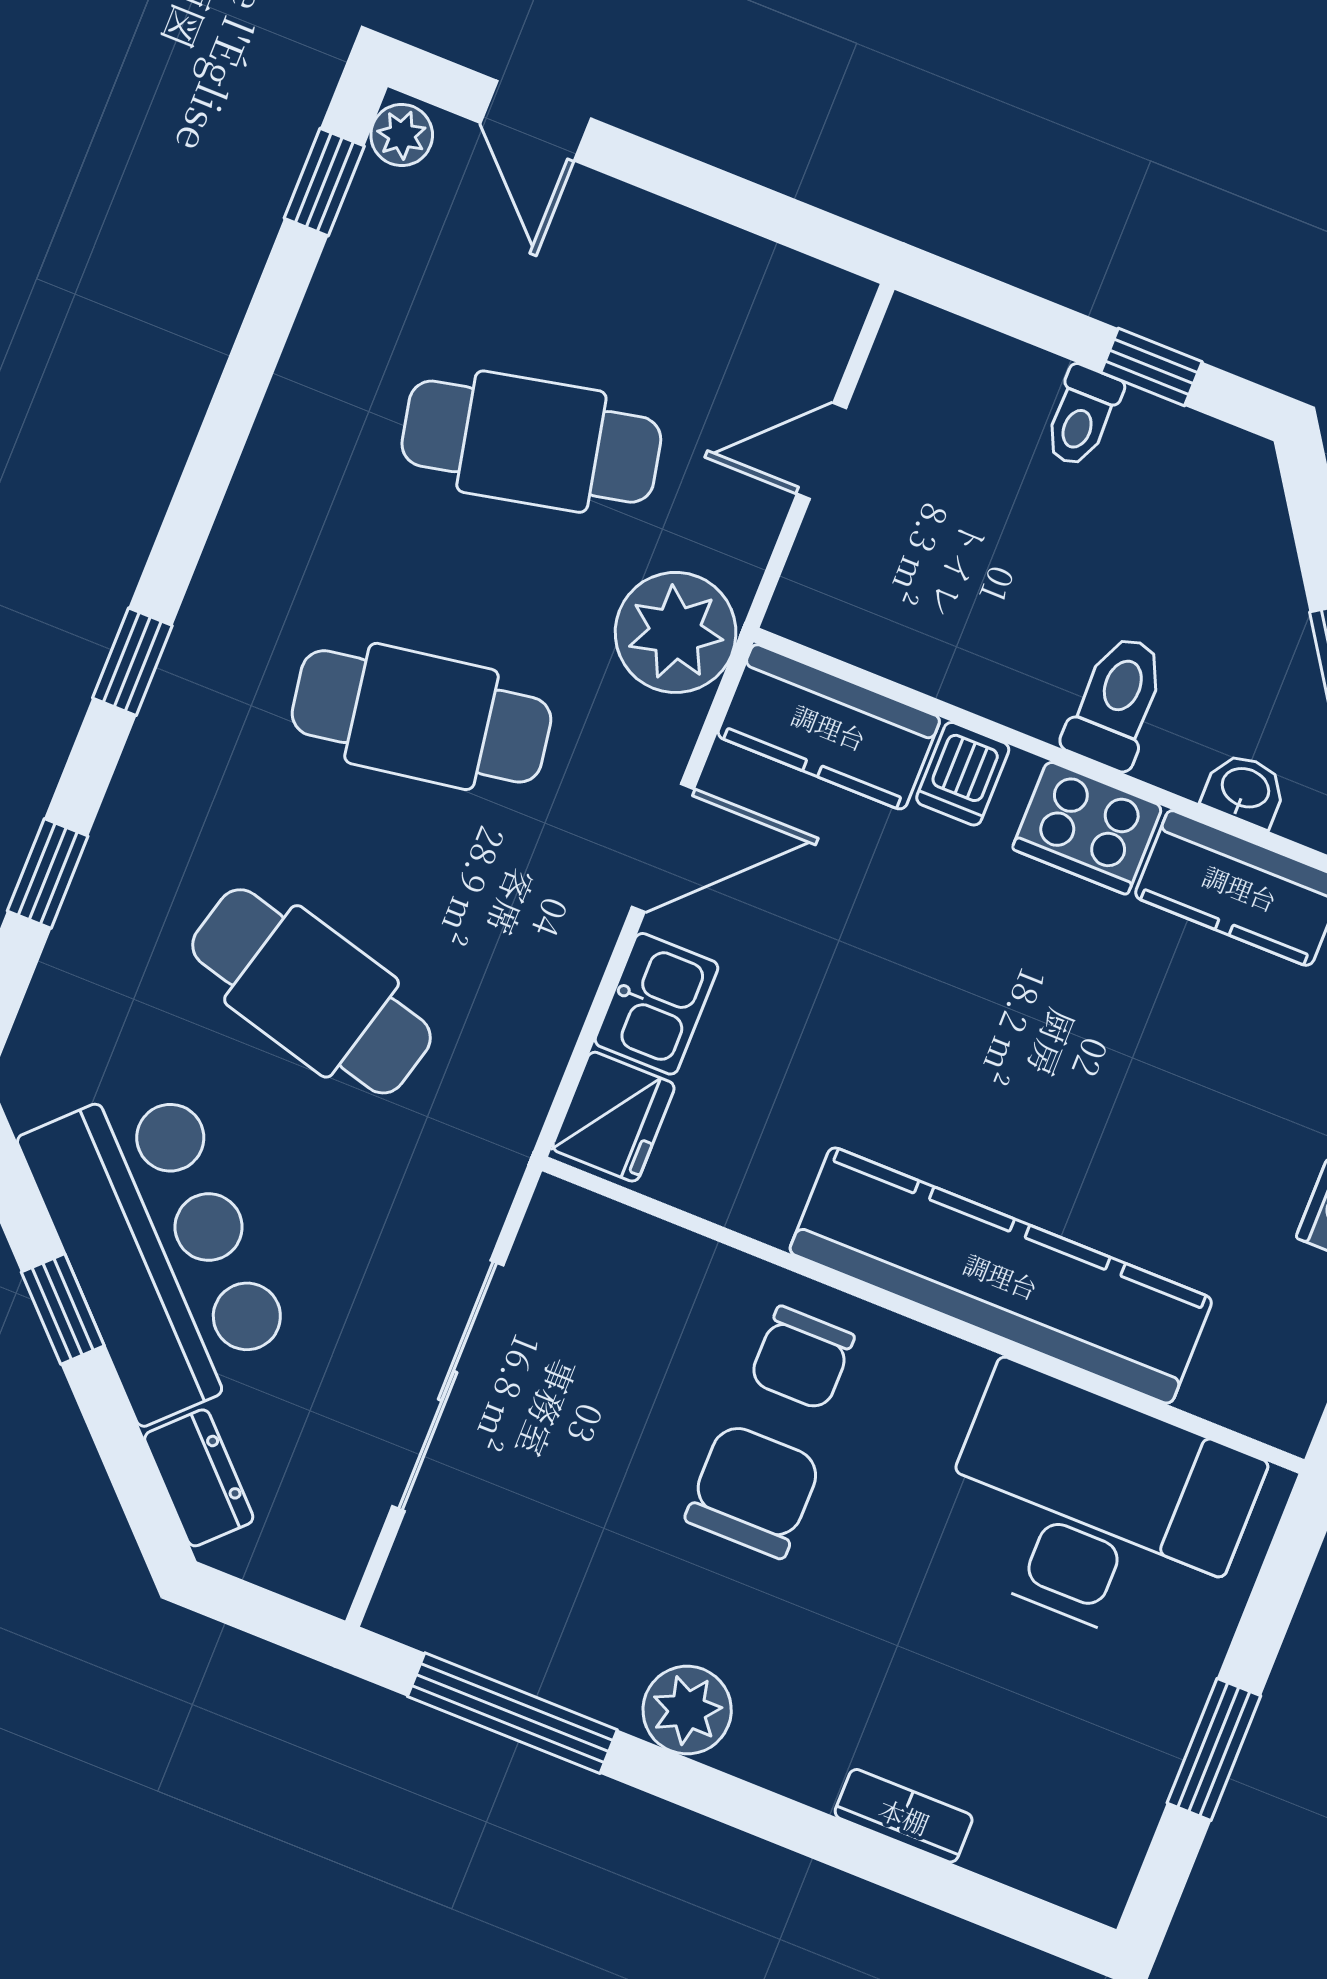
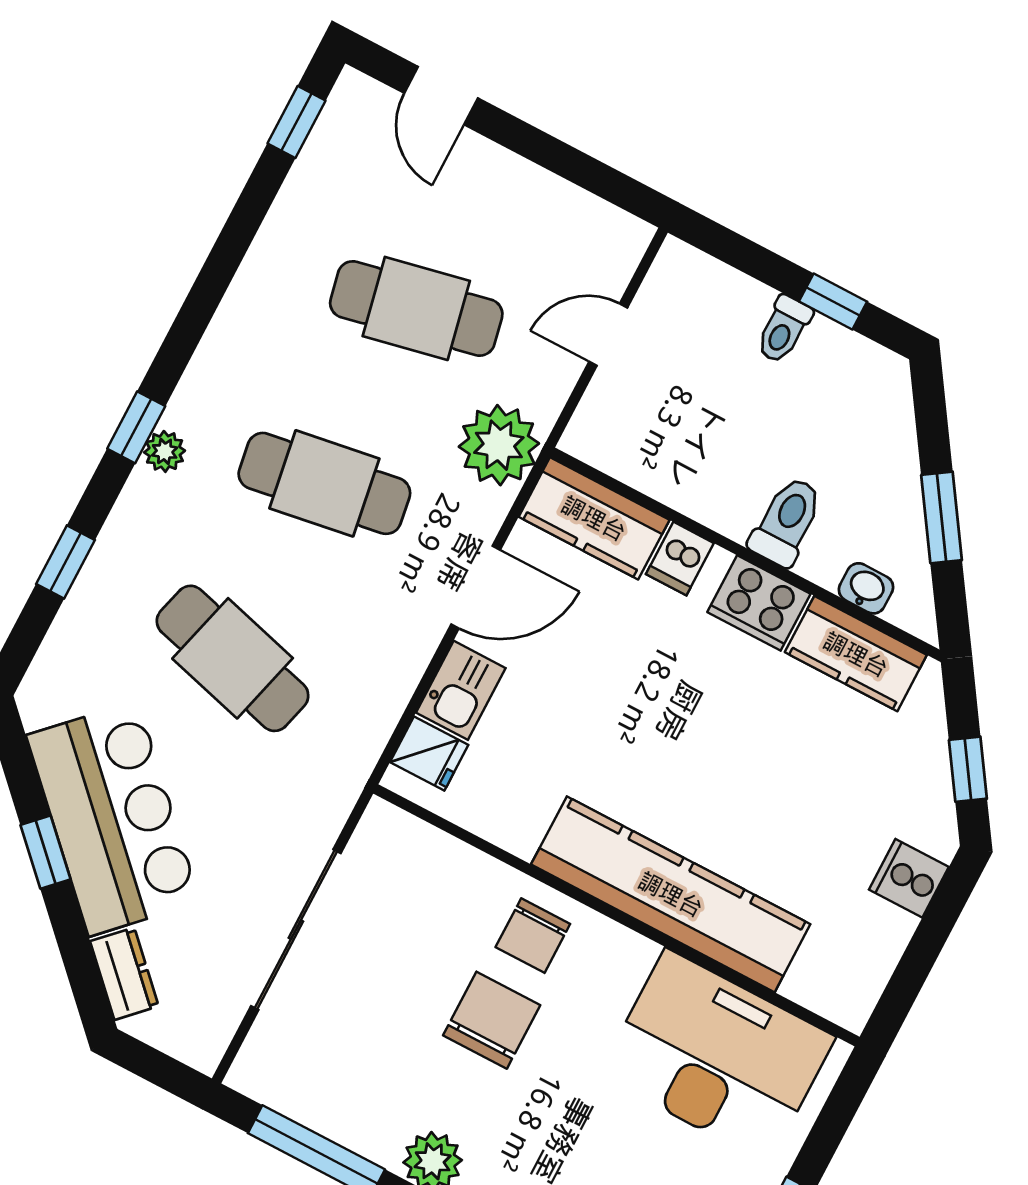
plant: (402, 135) -> (165, 451), moved
fridge: (614, 1117) -> (429, 754), width x0.72

